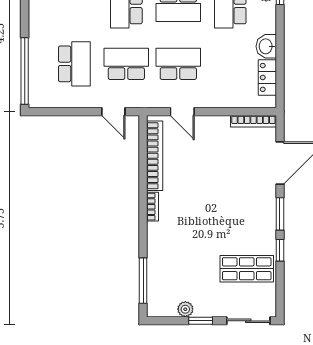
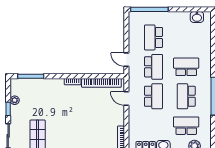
school desk: (74, 64) -> (153, 37), turned 90
door: (113, 112) -> (126, 60), hinge flipped
door: (182, 112) -> (126, 99), hinge flipped

